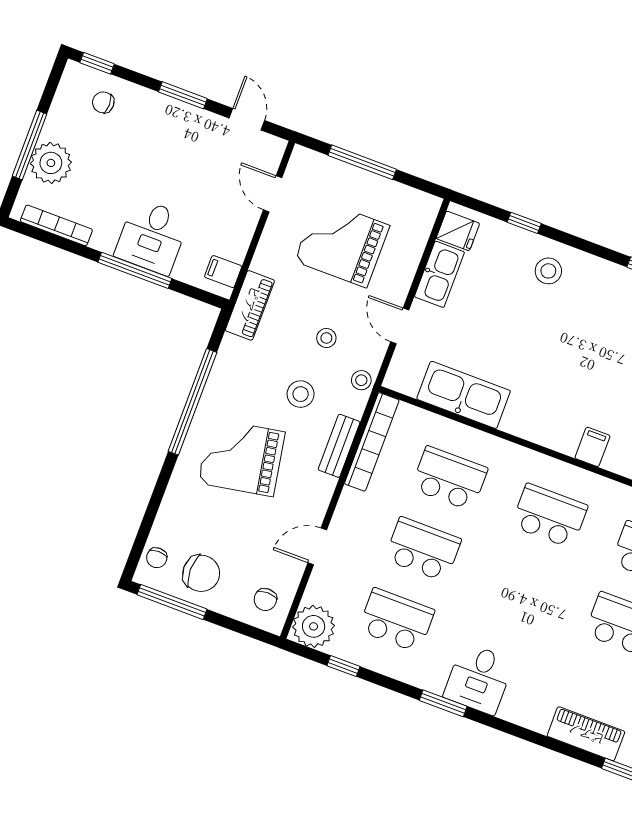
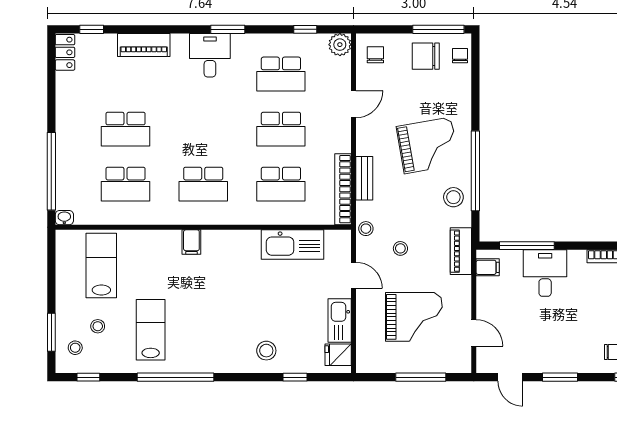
window: (135, 270) -> (527, 246), moved
stool: (301, 394) -> (453, 197), moved
plant: (314, 626) -> (340, 45), width x0.73, depth x0.73
piano: (586, 734) -> (144, 45), moved

